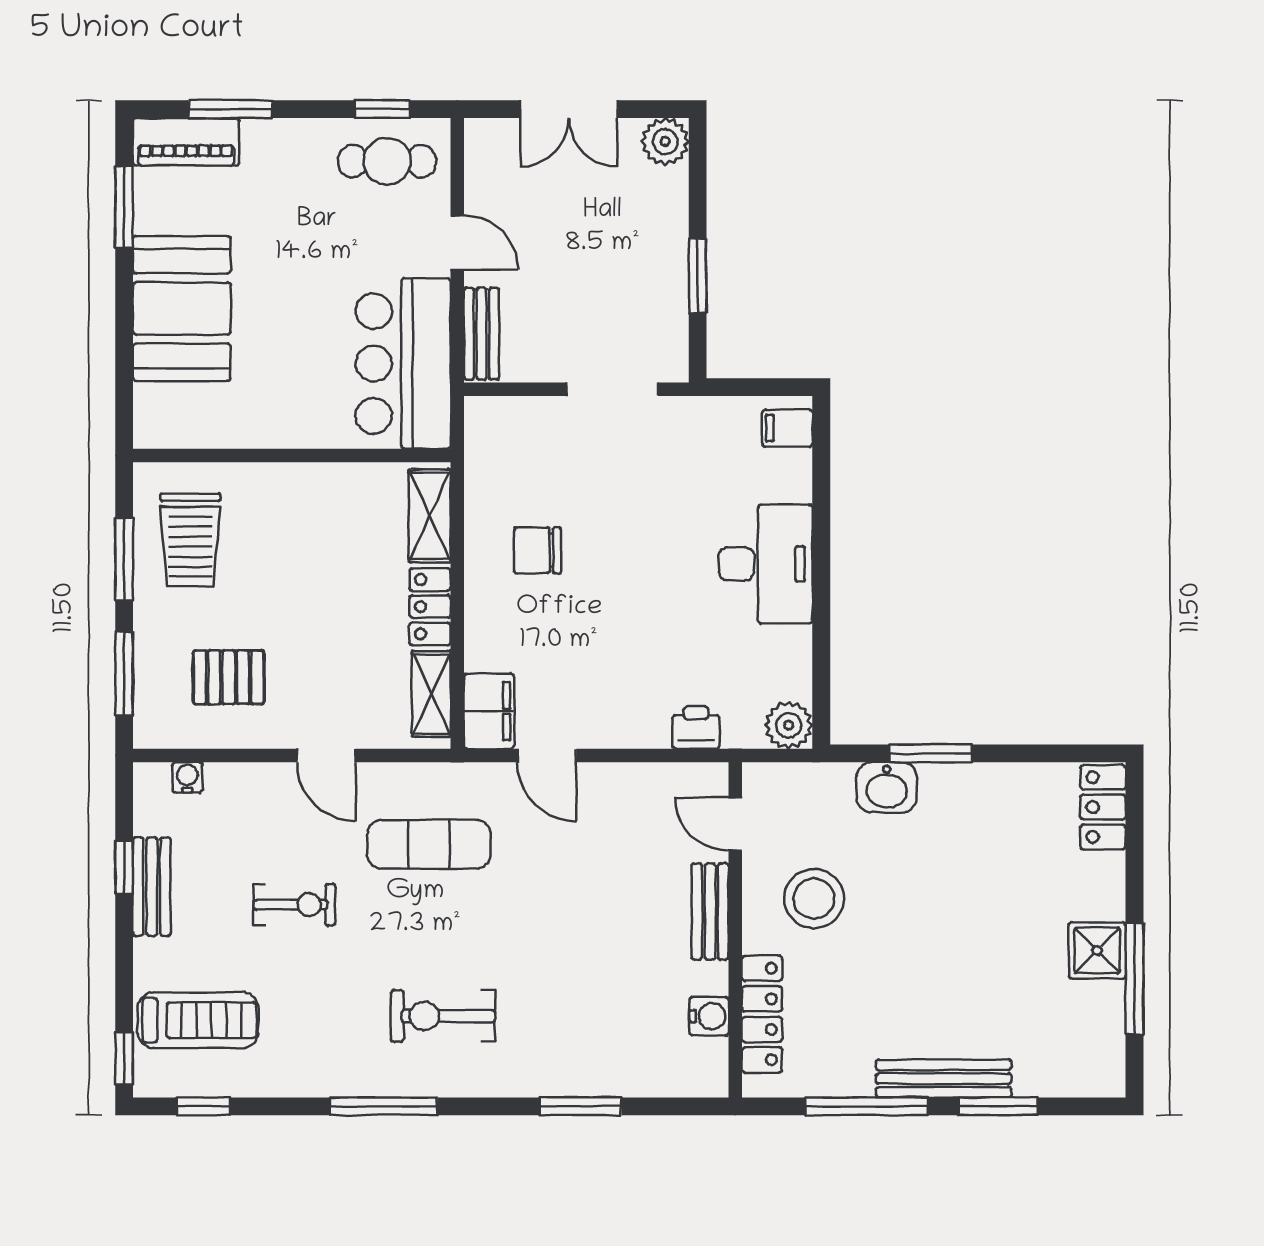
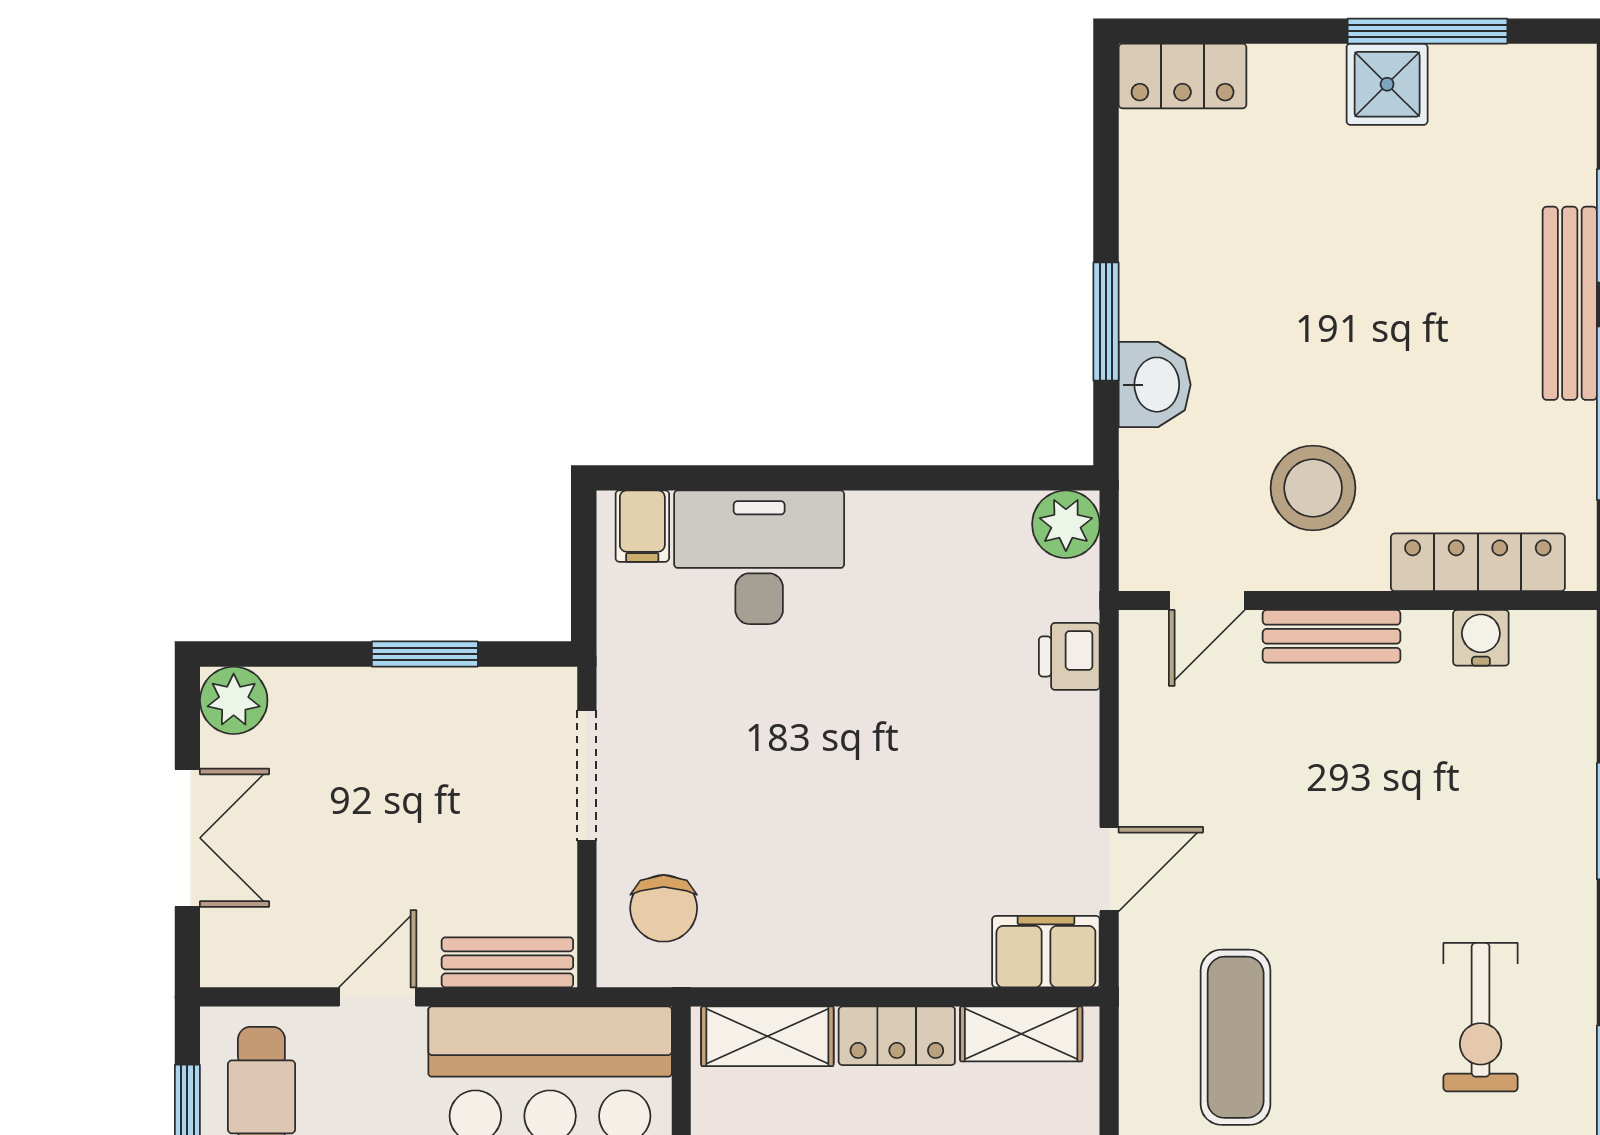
chair: (537, 550) -> (664, 908), moved
desk: (766, 564) -> (759, 557), moved

